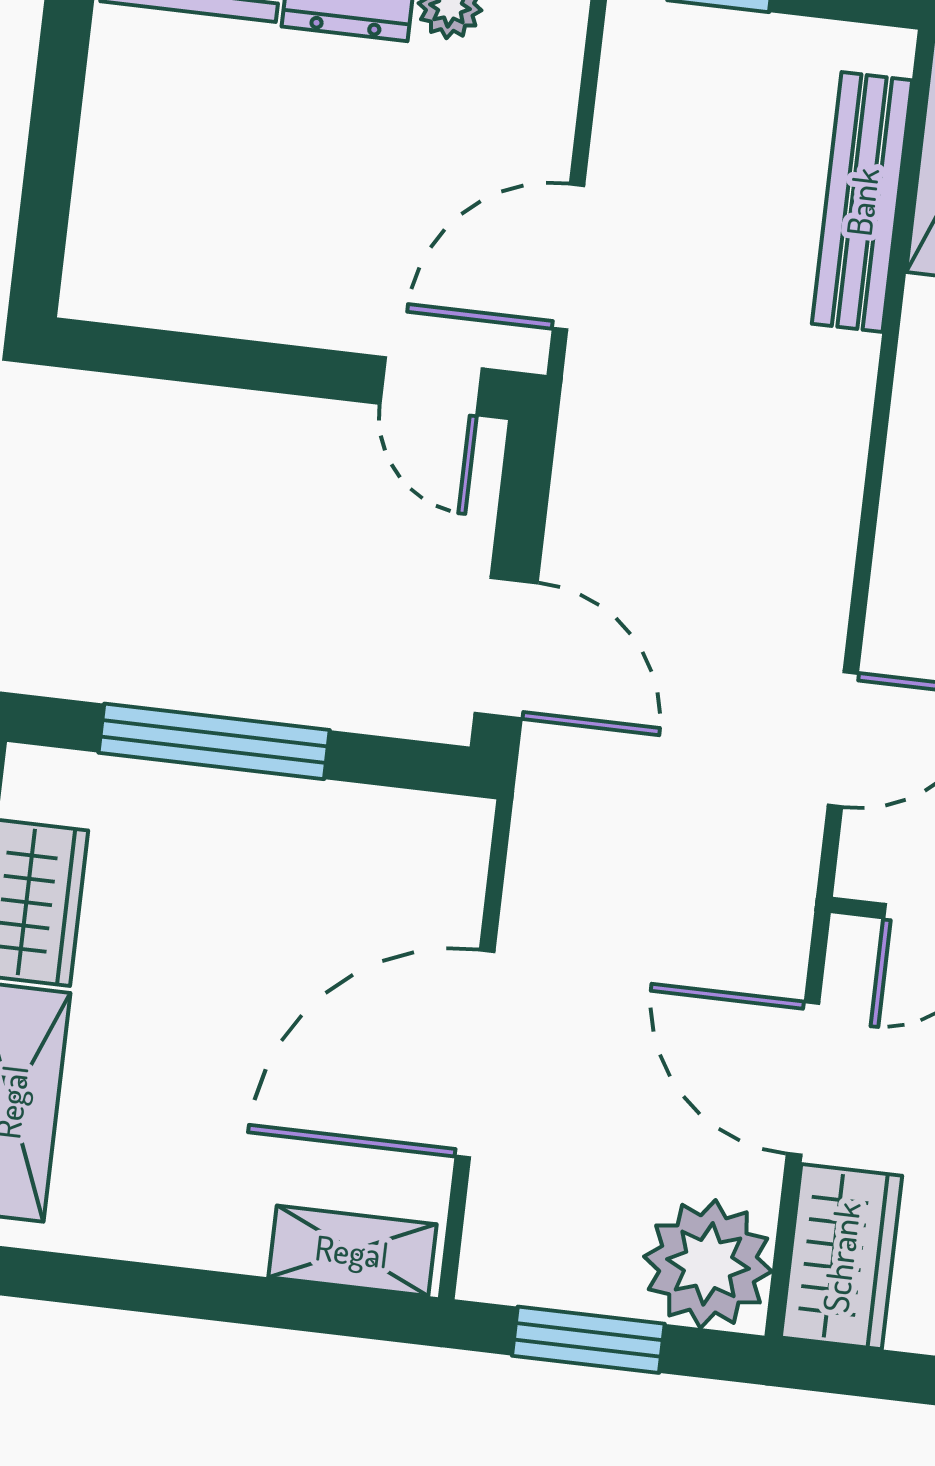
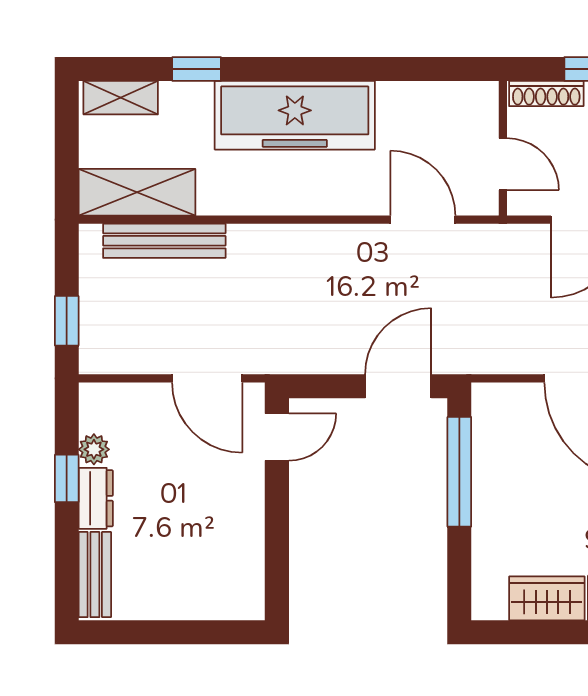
window: (214, 741) -> (459, 472), moved

